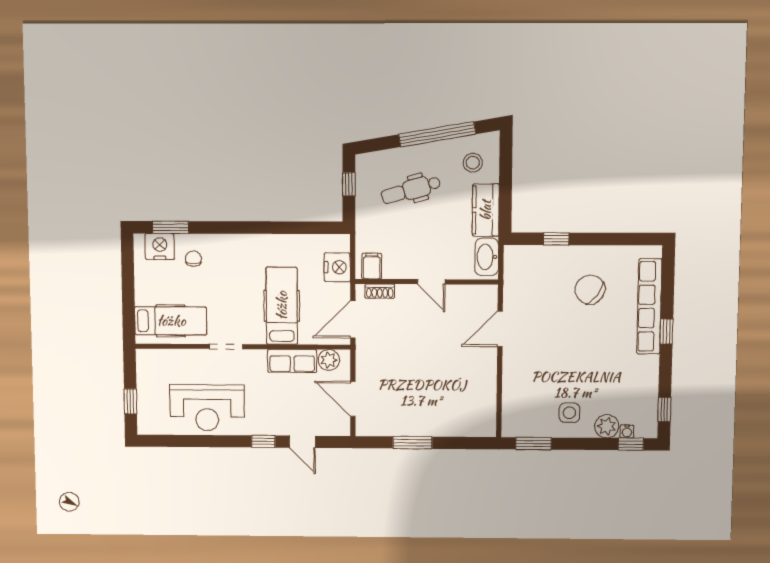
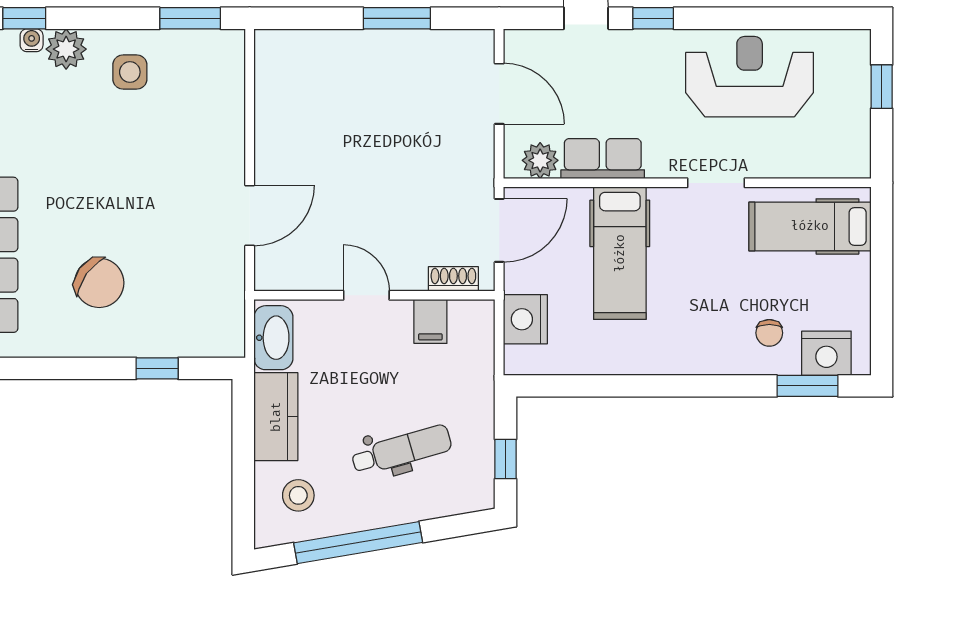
filing cabinet: (372, 266) -> (430, 321), moved

